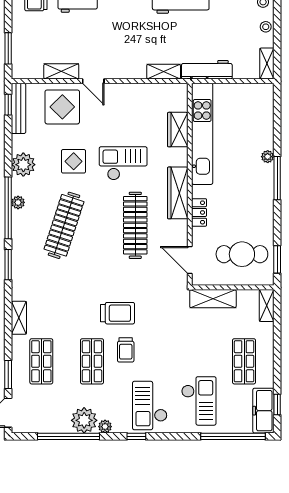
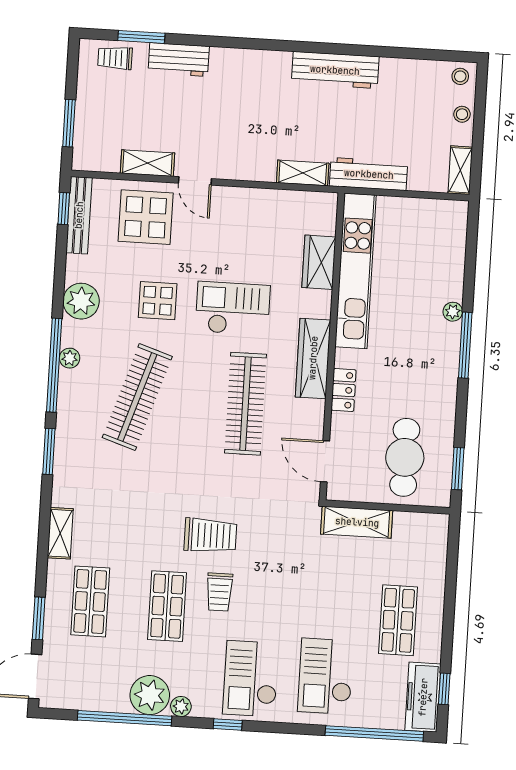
cafe table: (242, 254) -> (405, 457), turned 90
shelving: (267, 305) -> (437, 538), removed
checkout: (199, 401) -> (326, 676), turned 180

